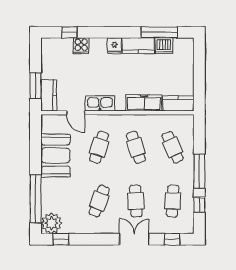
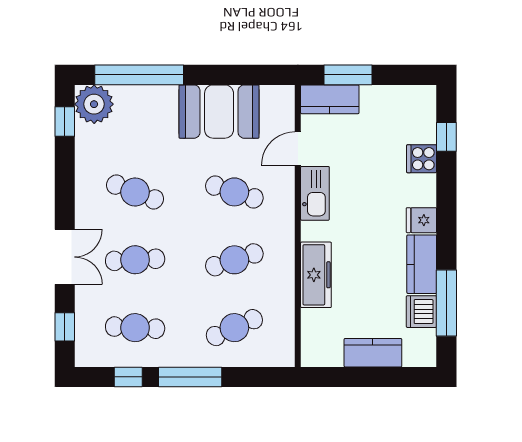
kitchen counter: (178, 103) -> (373, 353), moved, turned -90

